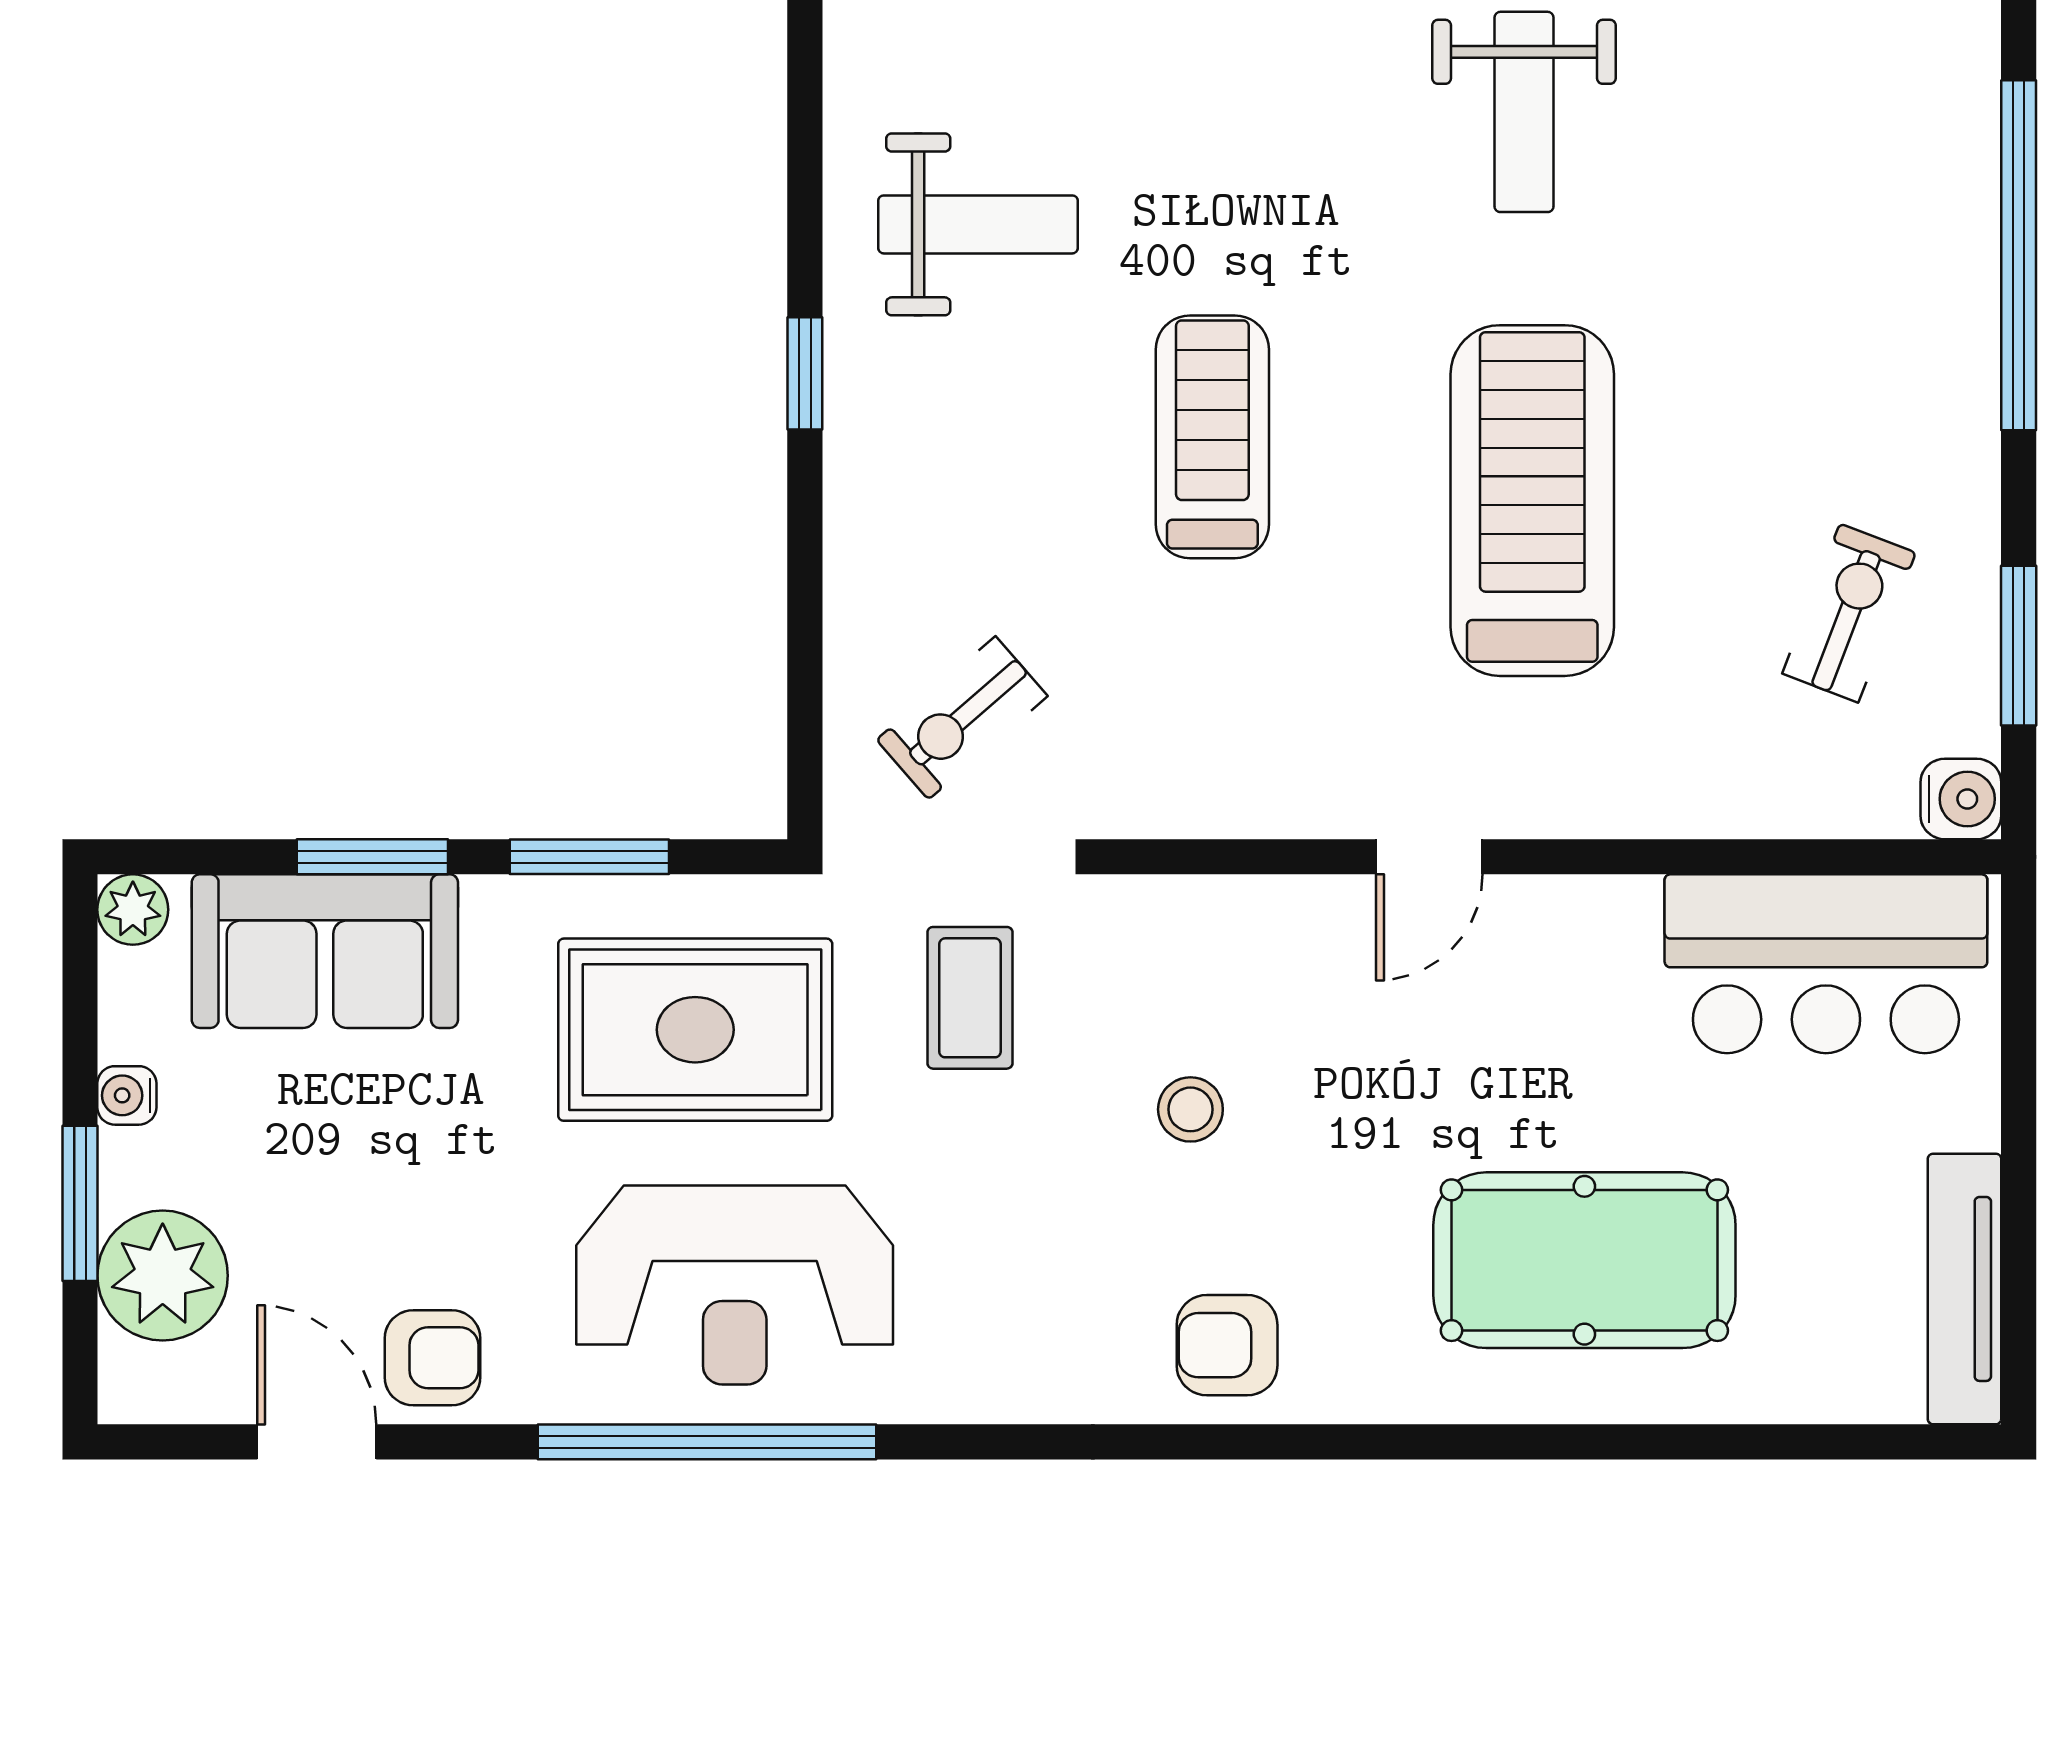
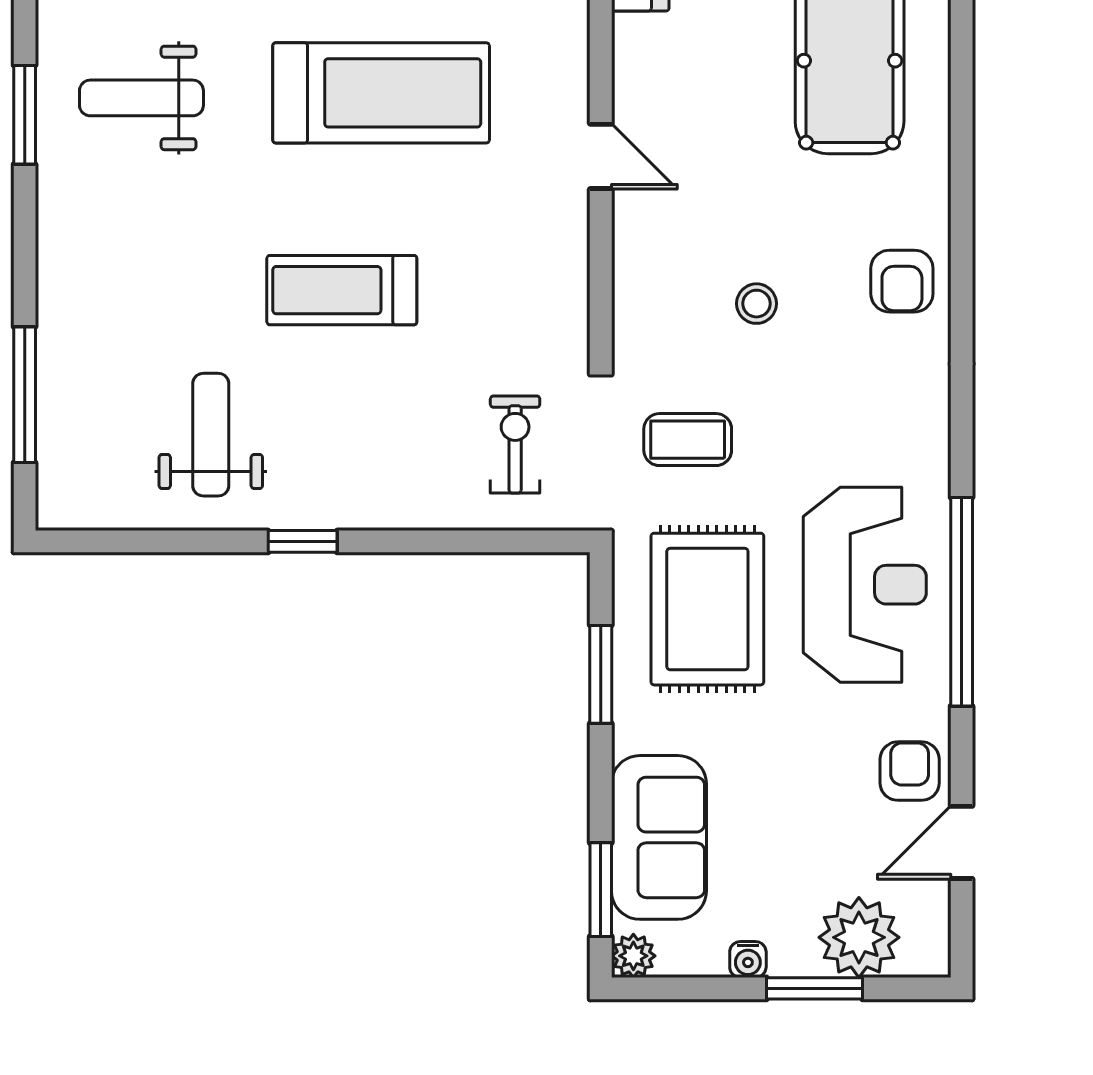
weight bench: (1524, 112) -> (141, 98), turned 180
treadmill: (1532, 501) -> (381, 93), turned 180
exercise bike: (962, 718) -> (515, 444), turned -139
window: (372, 857) -> (601, 890), moved

